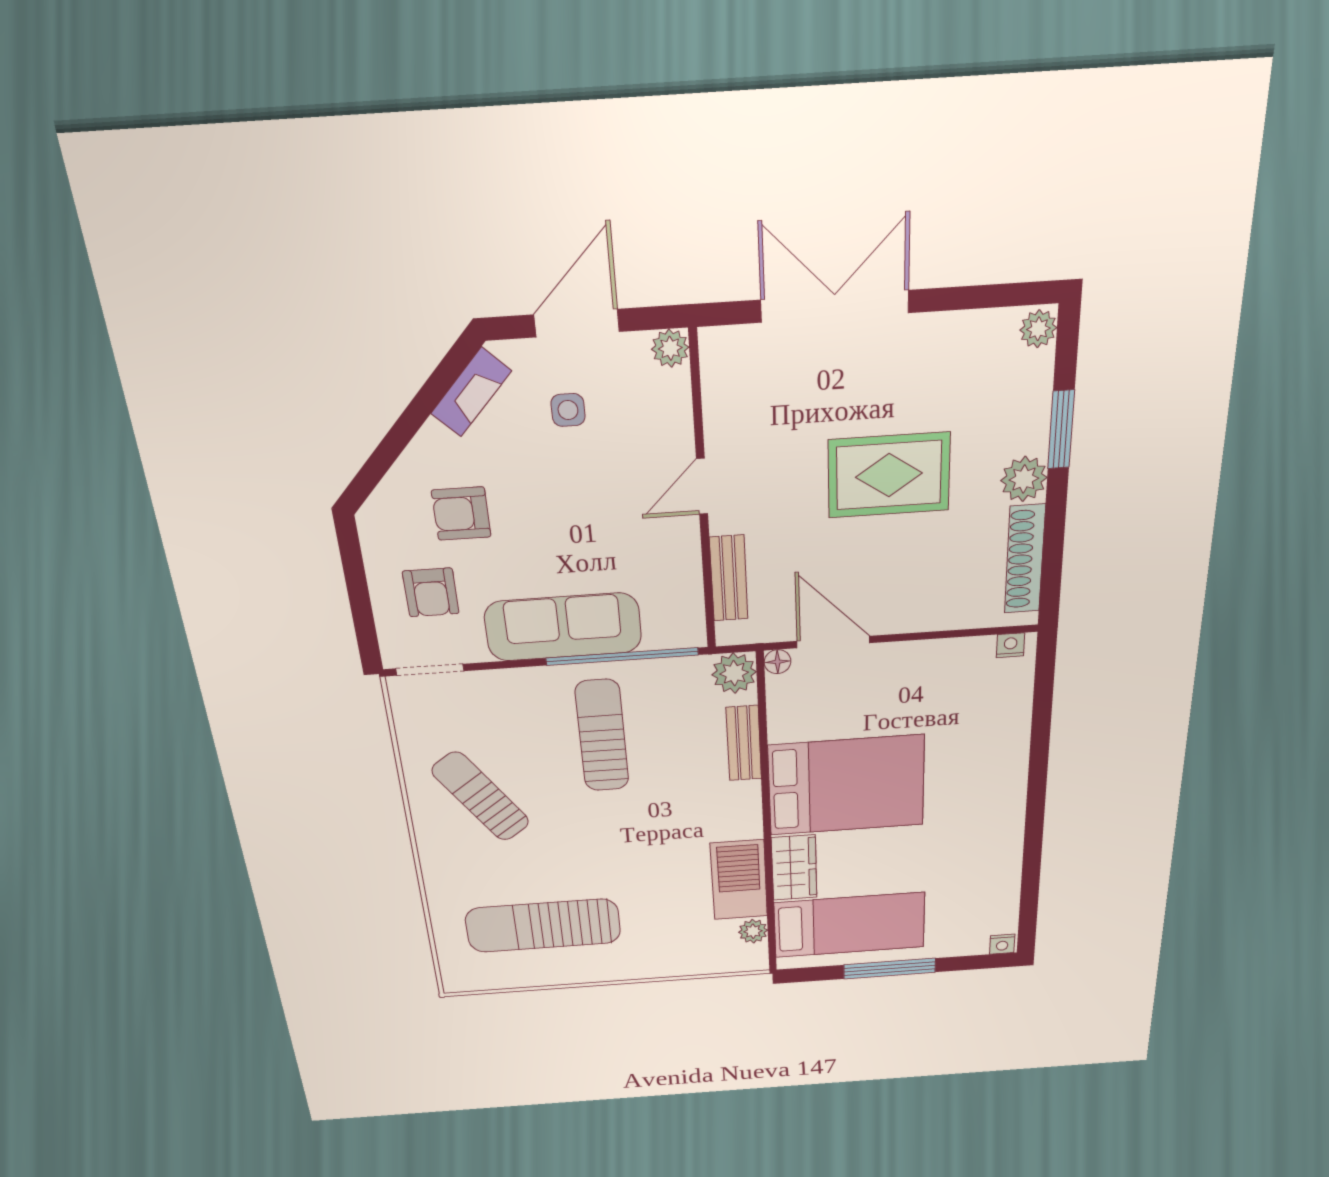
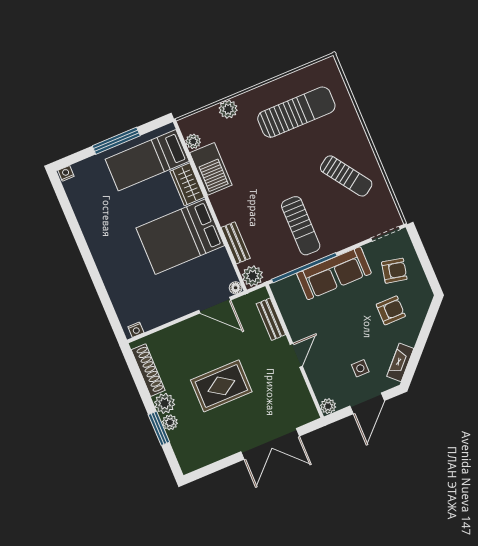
plant: (1038, 329) -> (170, 422), moved
armchair: (431, 592) -> (394, 271), turned 102
plant: (669, 963) -> (228, 109), added

